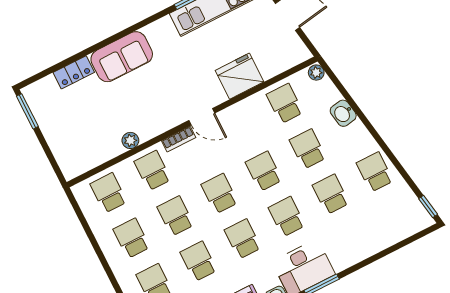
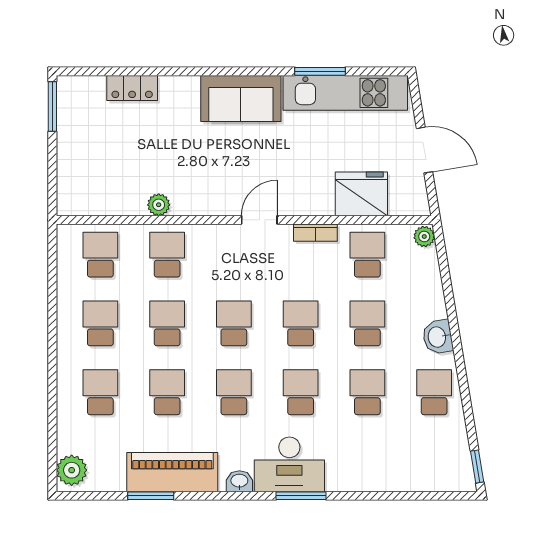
sofa: (122, 57) -> (241, 98), moved
fridge: (239, 76) -> (361, 194), moved
washbasin: (343, 113) -> (438, 337), moved
door: (202, 117) -> (259, 220), swing flipped
bookcase: (179, 139) -> (315, 233), moved

